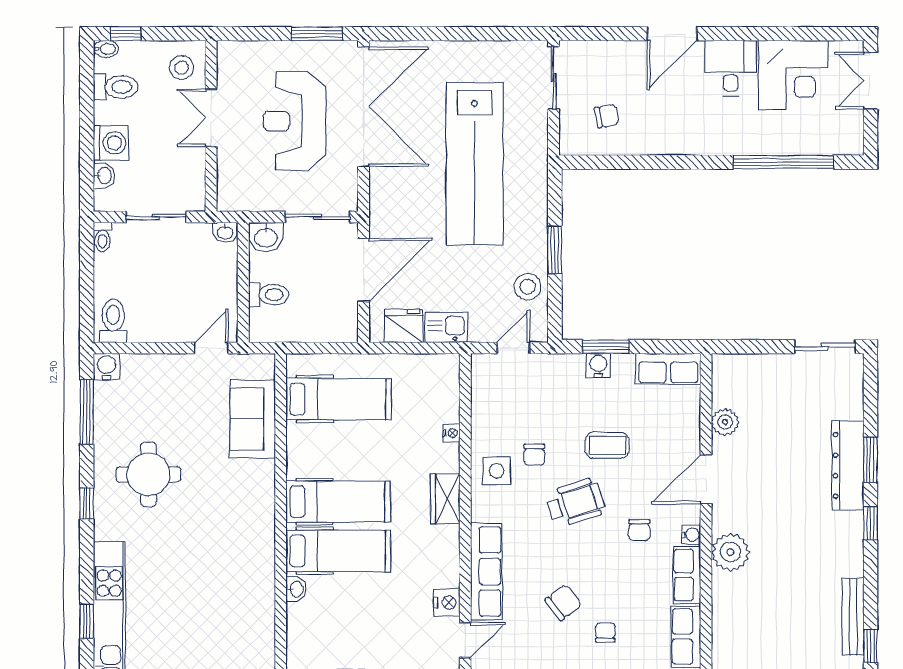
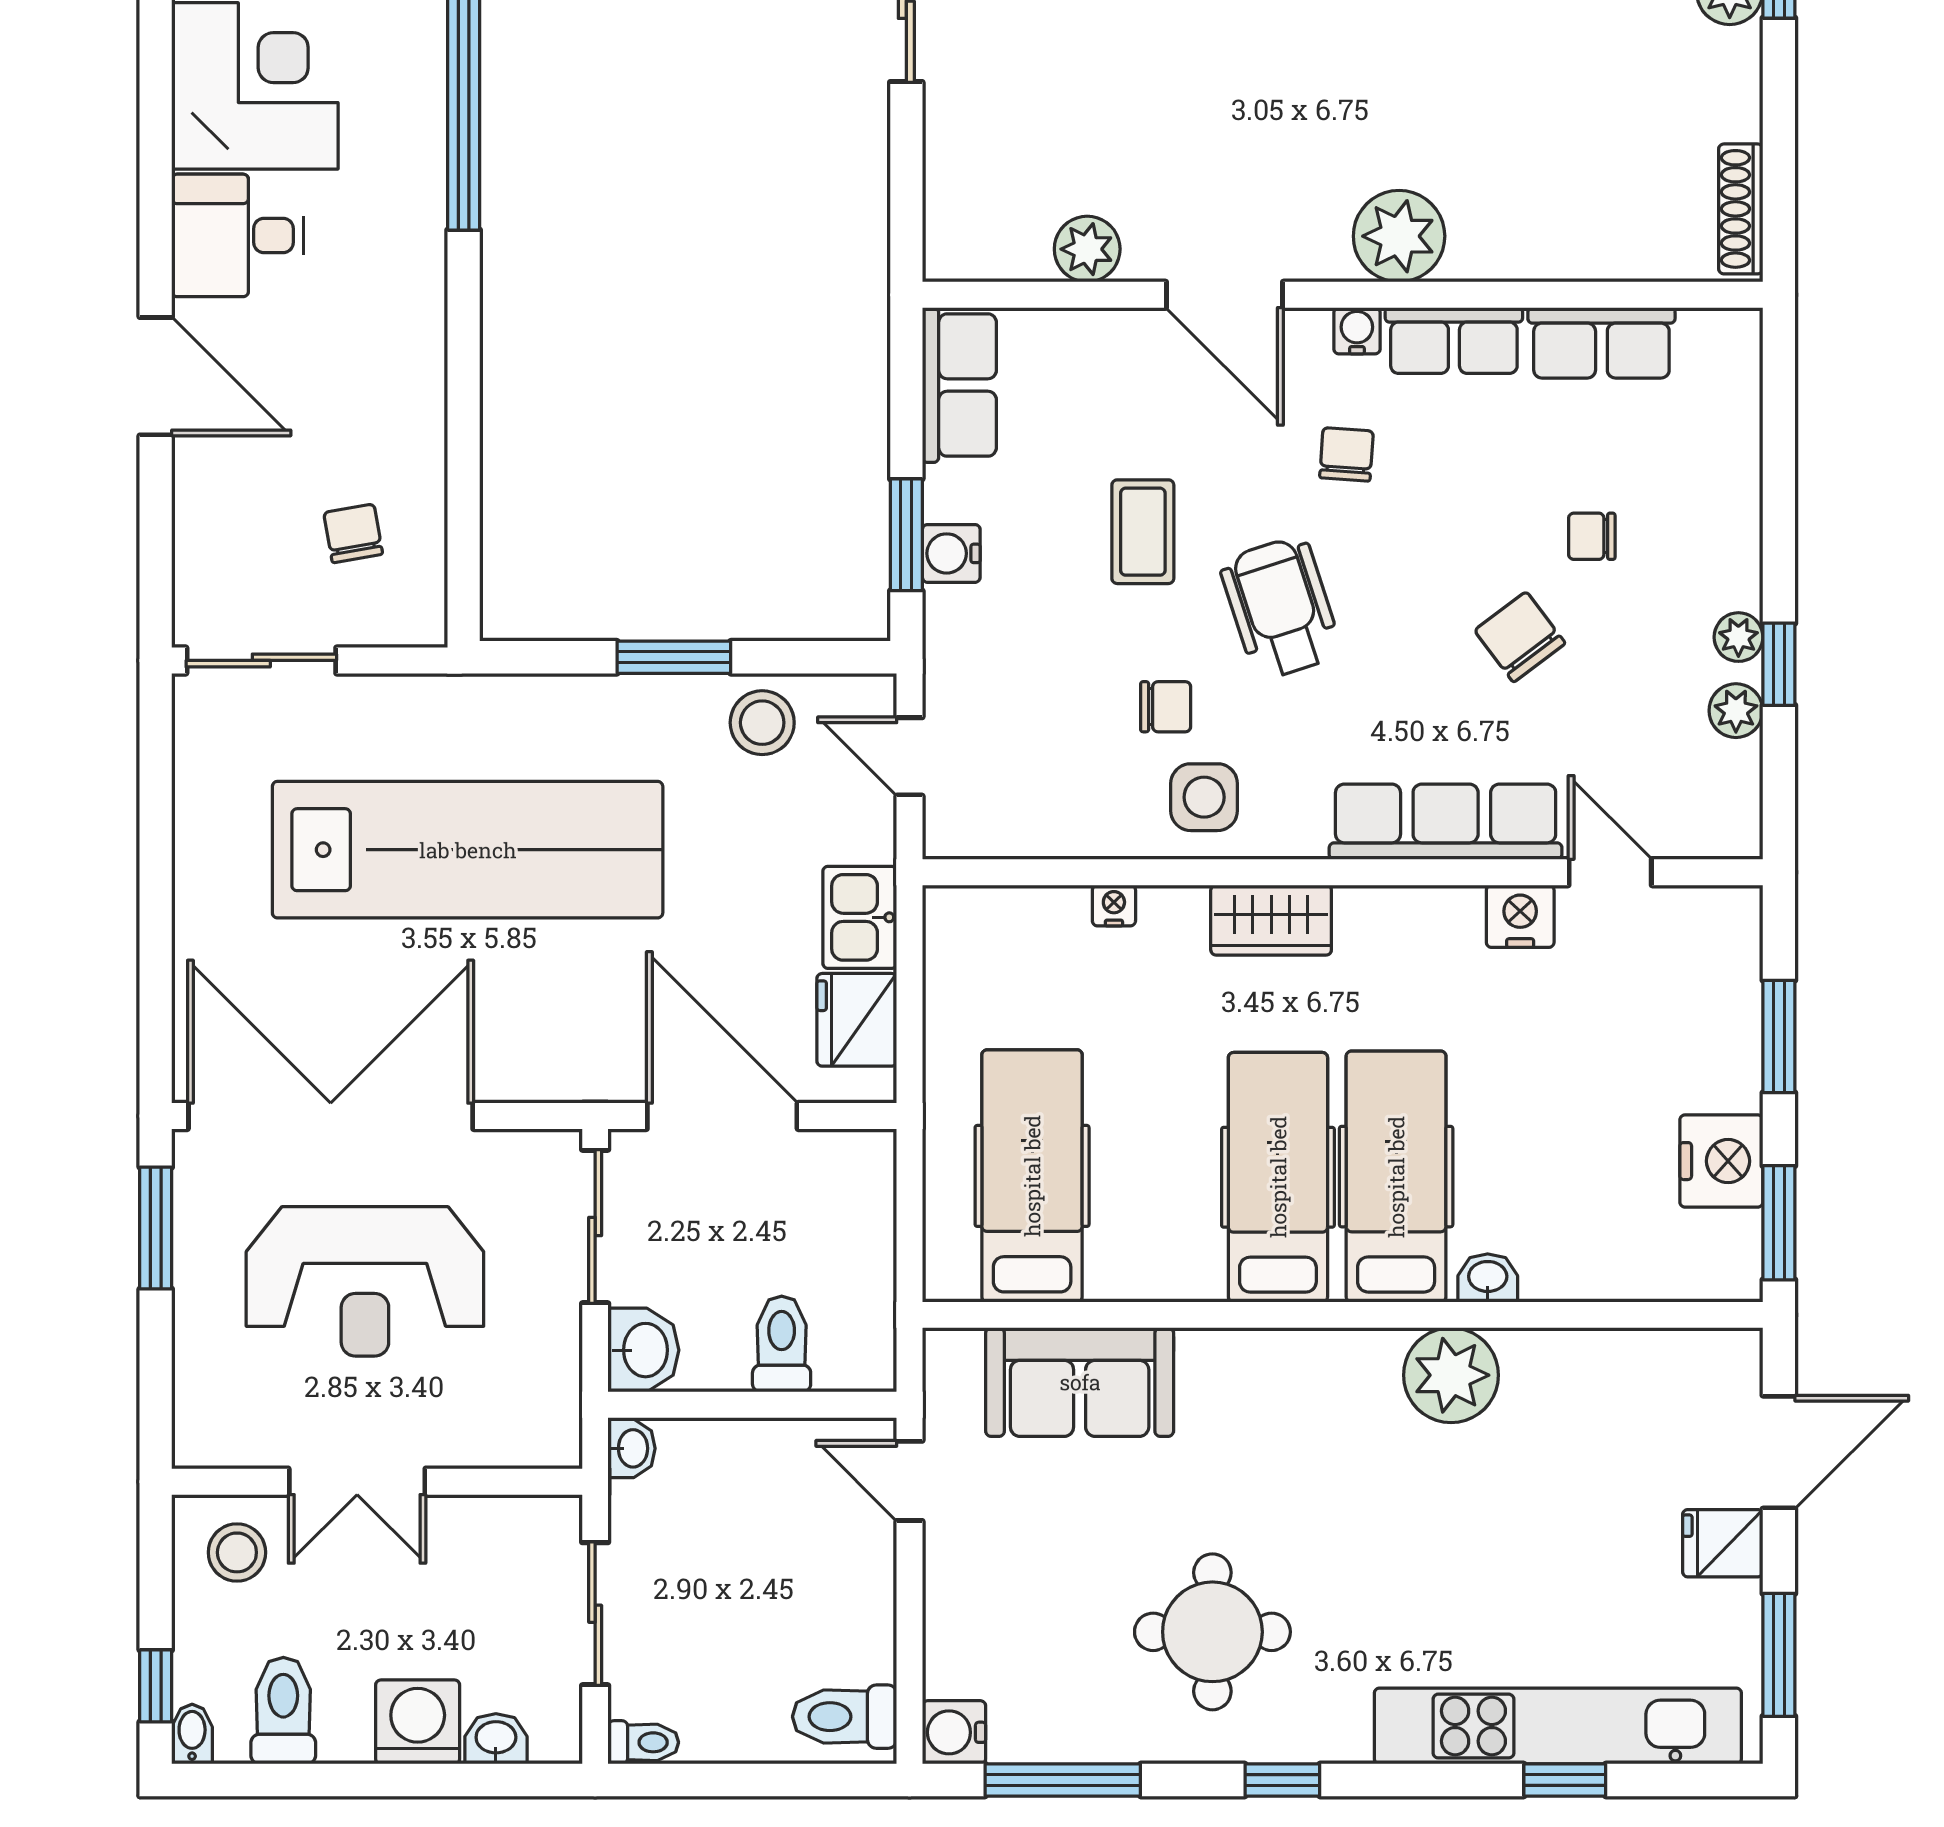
chair: (639, 530) -> (1346, 454), turned -86
plant: (256, 574) -> (1451, 1375), added

